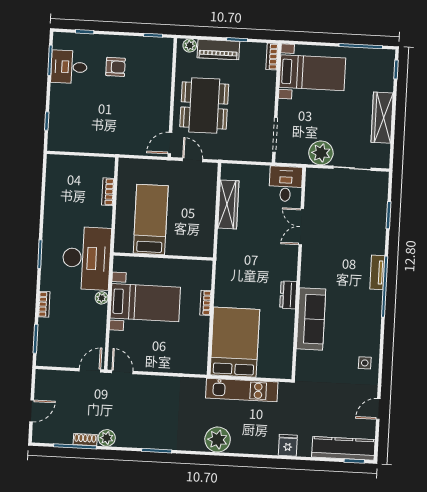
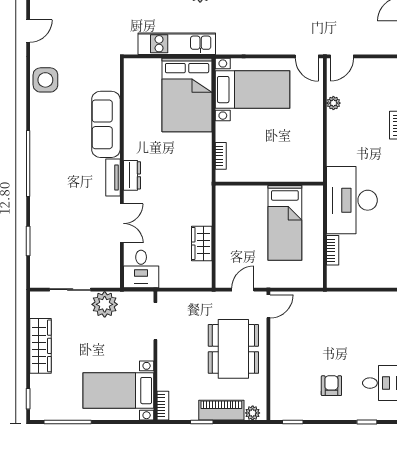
armchair: (116, 67) -> (331, 386), turned 90
door: (193, 160) -> (243, 290), swing flipped
wardrobe: (228, 204) -> (202, 243), width x0.67
desk: (87, 258) -> (352, 200), moved
tv unit: (377, 272) -> (113, 178), moved, turned 180
dresser: (288, 295) -> (132, 175), moved
plant: (102, 298) -> (333, 103), moved
bed with nightstands: (145, 303) -> (253, 90), moved, turned 180
bookcase: (206, 303) -> (221, 156), moved
side table: (365, 363) -> (45, 80), width x1.87, depth x1.87

